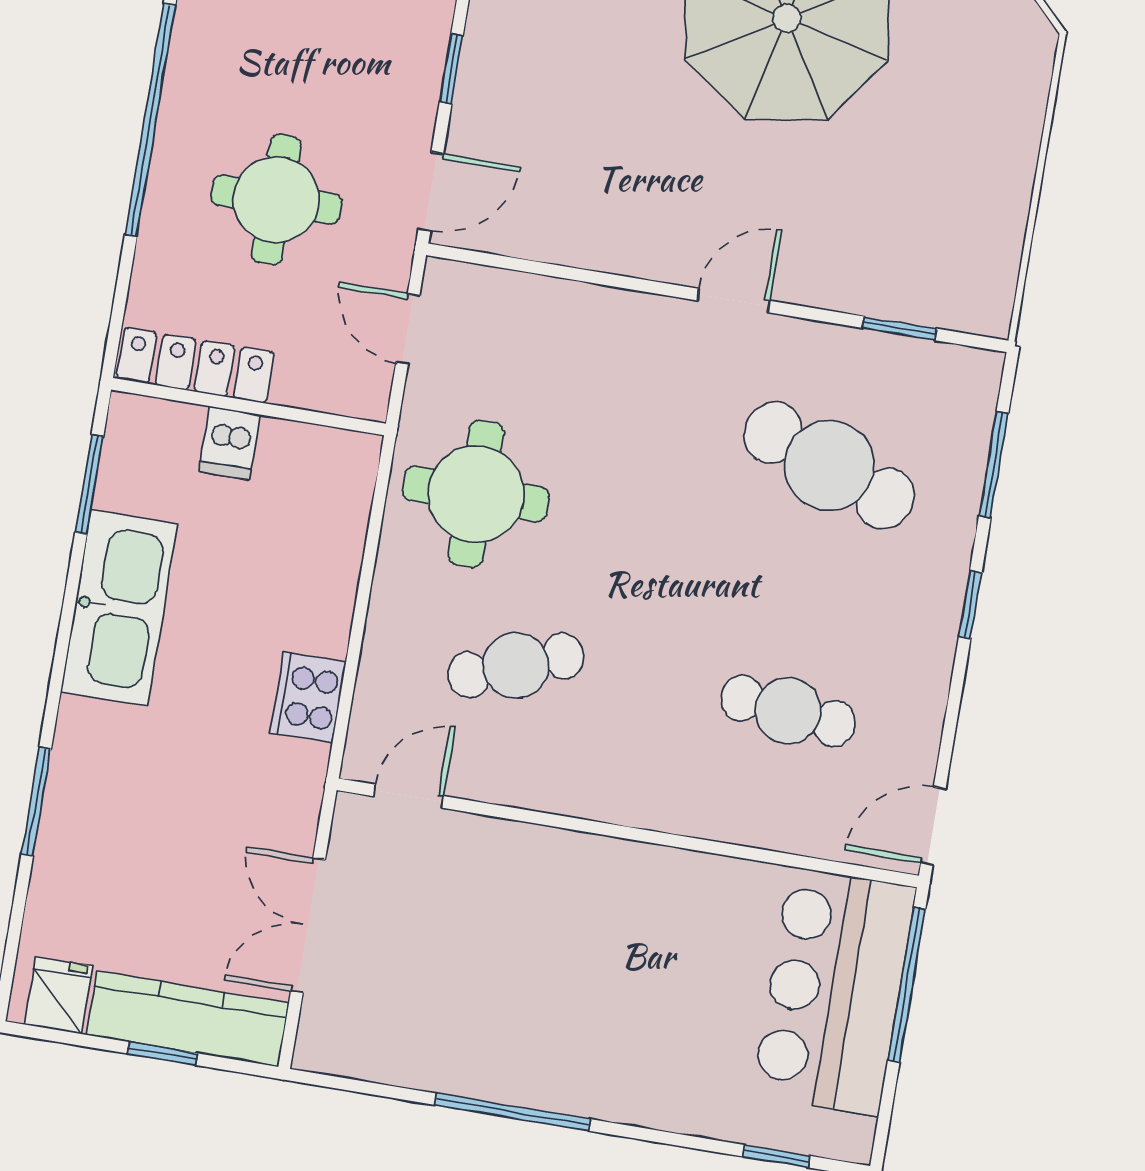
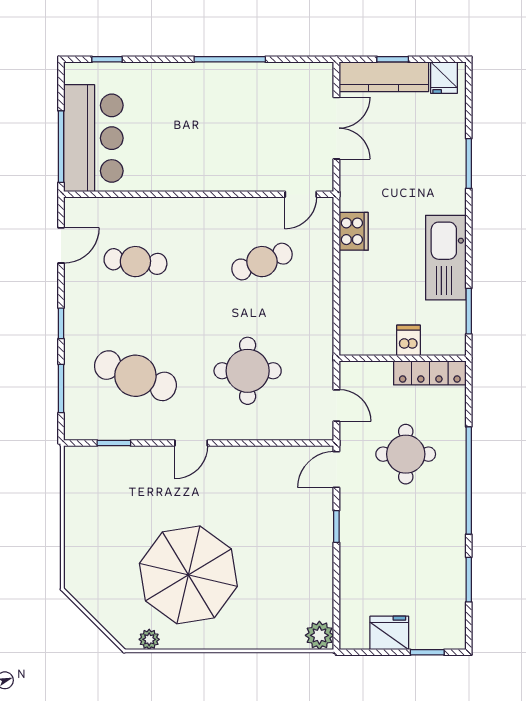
round table: (476, 494) -> (248, 371), moved
door: (933, 826) -> (61, 245), moved

